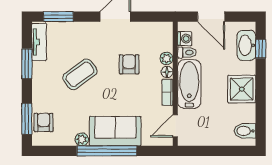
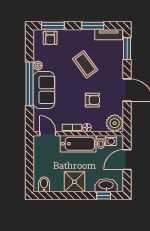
plant: (166, 58) -> (115, 123), moved, width x1.87, depth x1.87
armchair: (44, 122) -> (50, 38), turned 90

